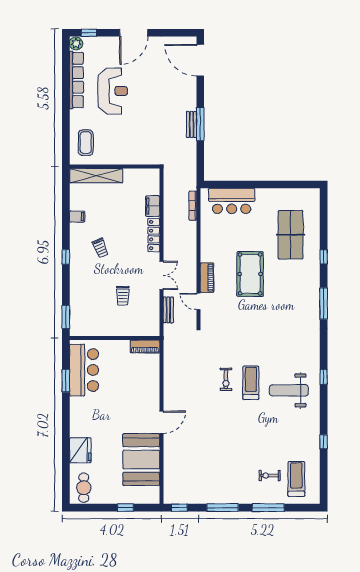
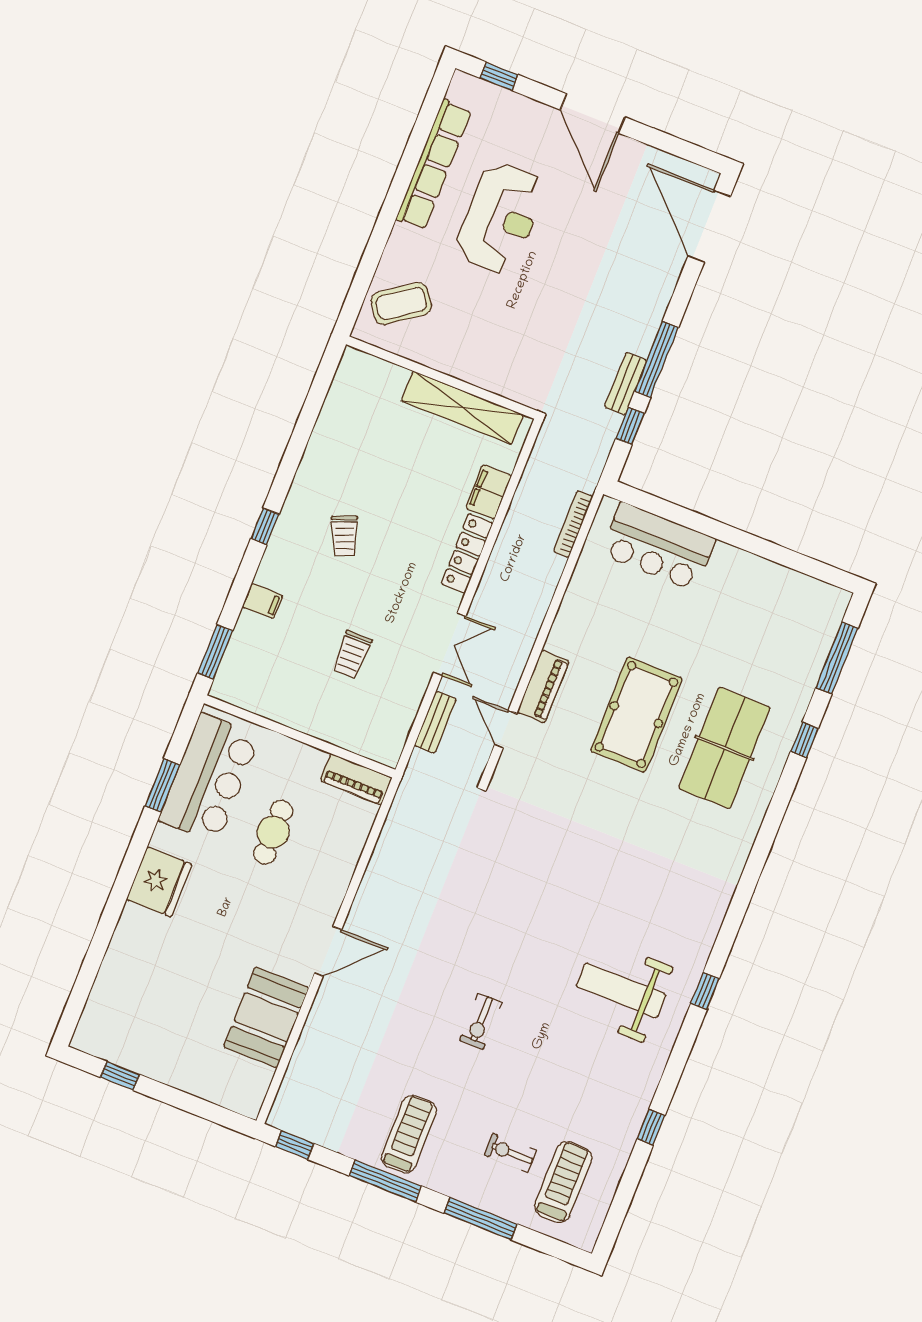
door: (134, 33) -> (593, 113), hinge flipped
plant: (76, 44) -> (463, 88), removed
bench: (192, 125) -> (626, 384), moved
coffee table: (86, 143) -> (401, 304), turned 55
window: (200, 156) -> (630, 426), added
shelving: (96, 176) -> (462, 408), moved
filing cabinet: (77, 217) -> (263, 601), moved
table tennis table: (291, 235) -> (724, 748), moved
window: (324, 303) -> (837, 658), moved
exercise bike: (226, 379) -> (481, 1021), moved
treadmill: (251, 383) -> (409, 1134), moved
fridge: (80, 450) -> (159, 882), moved
booth: (141, 460) -> (266, 1017), width x0.73, depth x0.70
cafe table: (84, 488) -> (273, 832), moved
window: (125, 508) -> (120, 1076), moved

